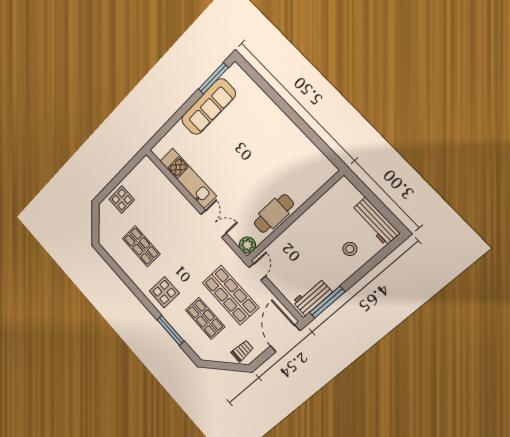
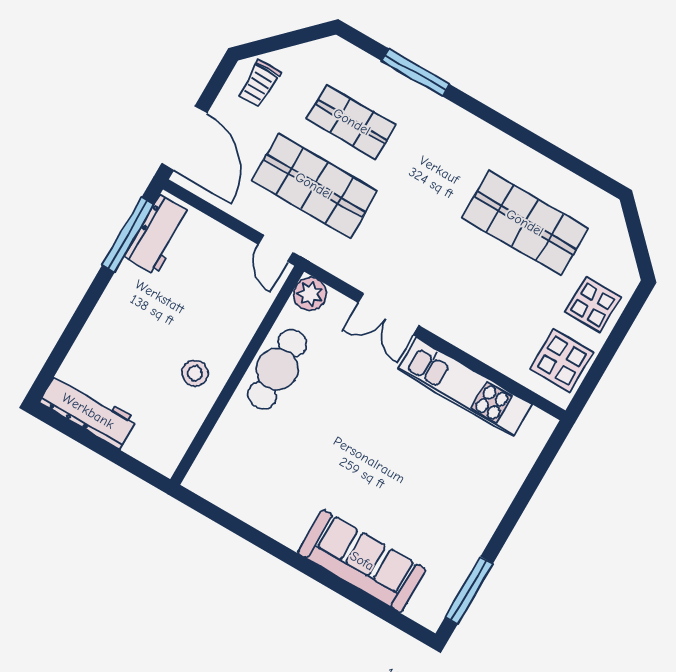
sofa: (208, 107) -> (362, 561), moved, turned 90
shop shelf: (141, 246) -> (525, 223), width x1.43, depth x1.36
stool: (350, 249) -> (195, 373), moved
display table: (164, 292) -> (562, 361), moved

